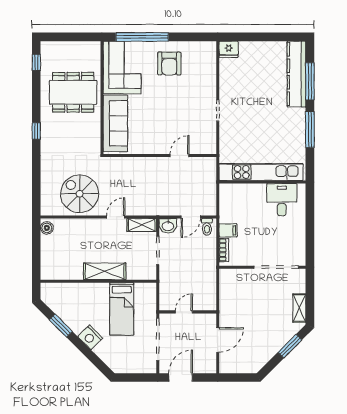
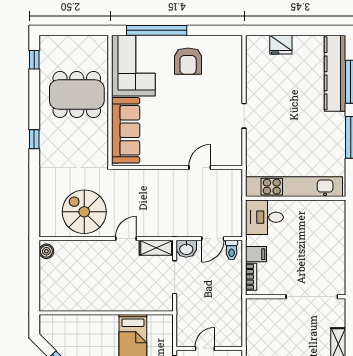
fridge: (229, 49) -> (281, 45), moved
desk: (282, 200) -> (264, 217), moved, turned -90
shelving: (105, 271) -> (113, 302), removed

